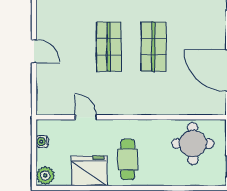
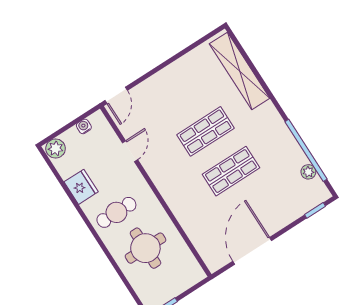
door: (34, 51) -> (116, 95), moved
round table: (193, 144) -> (145, 248), moved
fridge: (89, 171) -> (81, 187), width x0.73, depth x0.75

